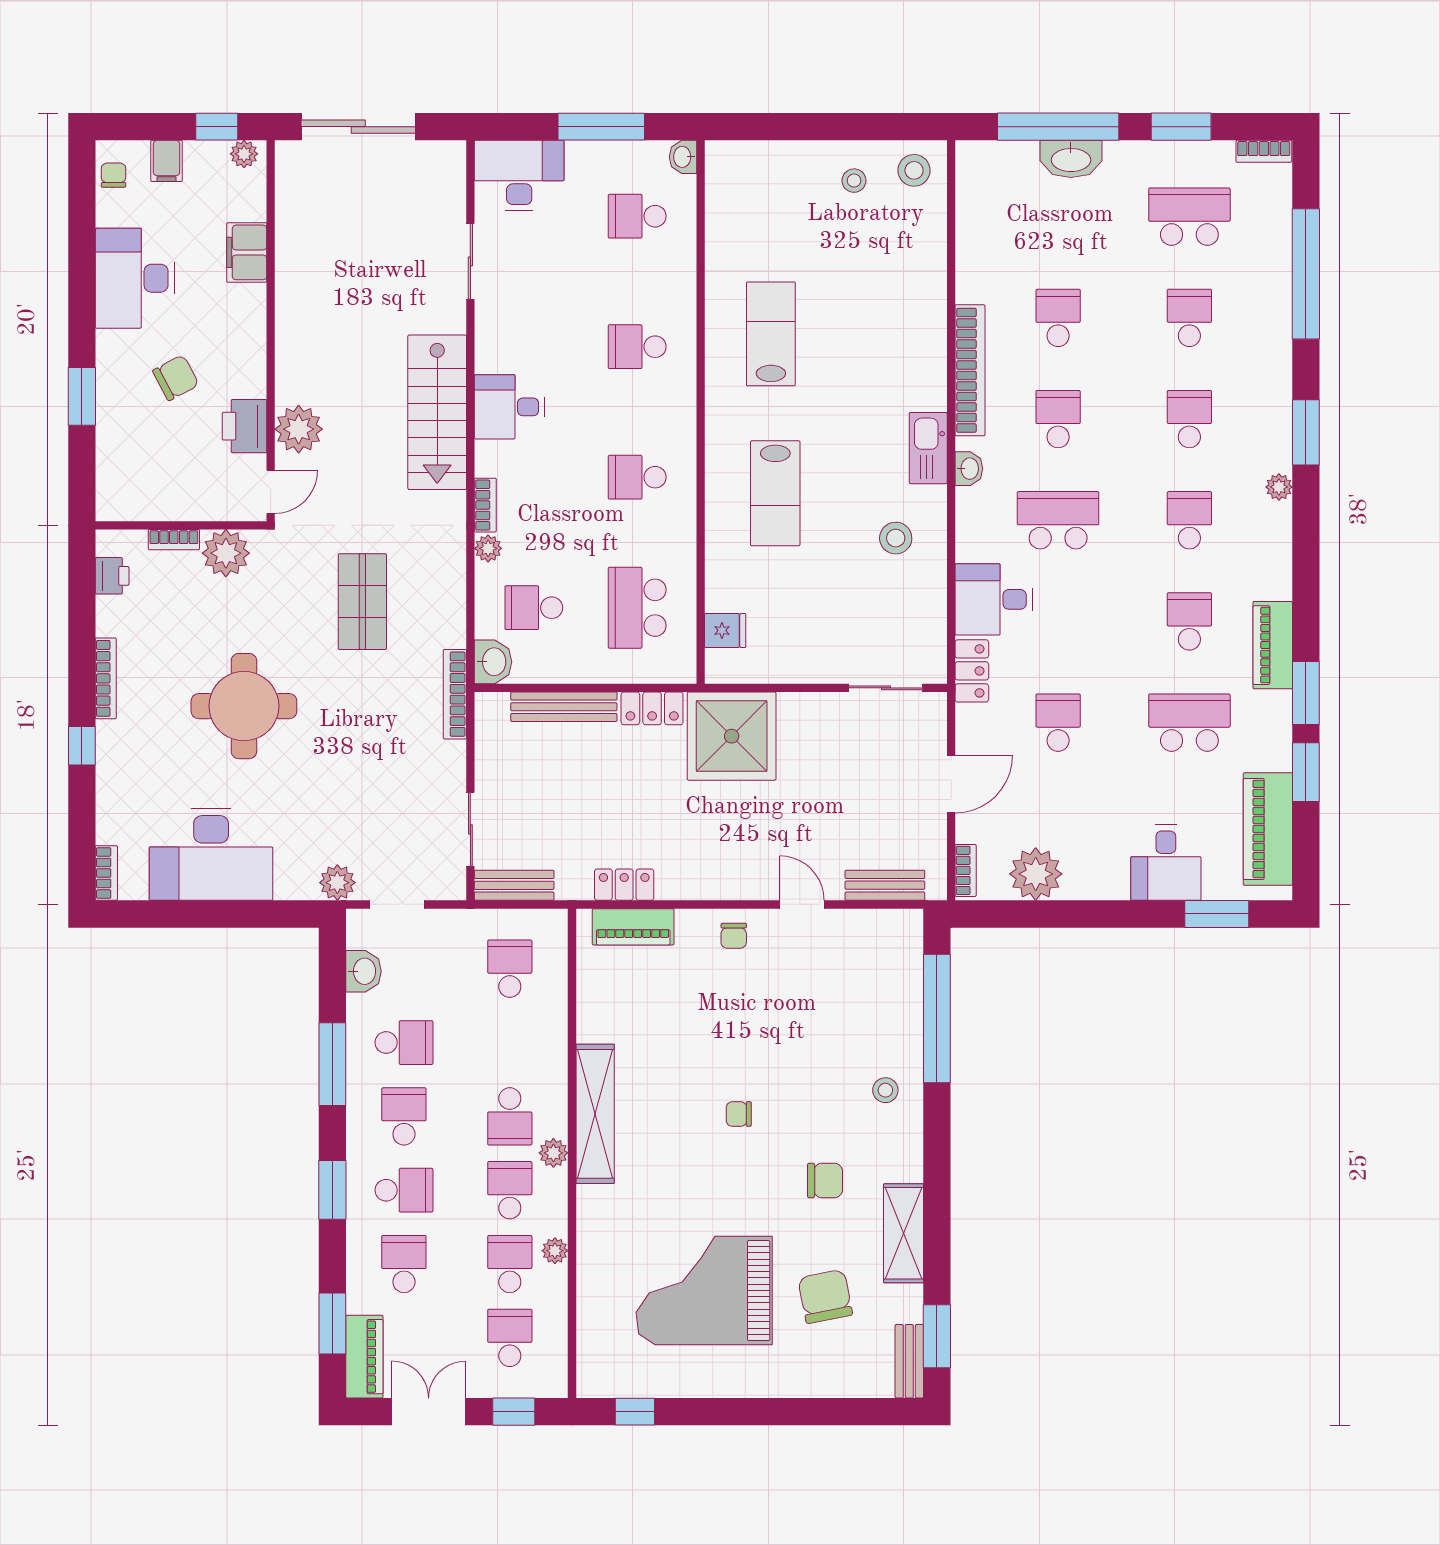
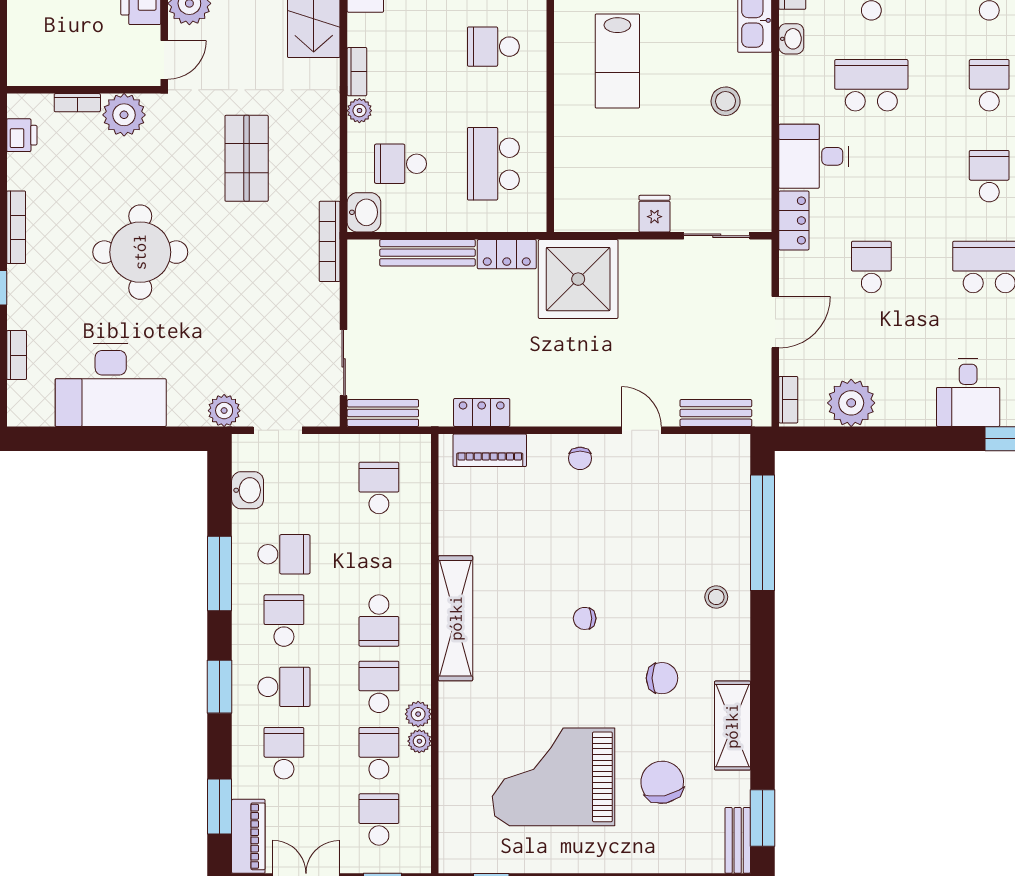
fridge: (725, 630) -> (654, 214), moved, turned -90
bookcase: (106, 873) -> (17, 355), moved
plant: (553, 1153) -> (418, 714), moved

